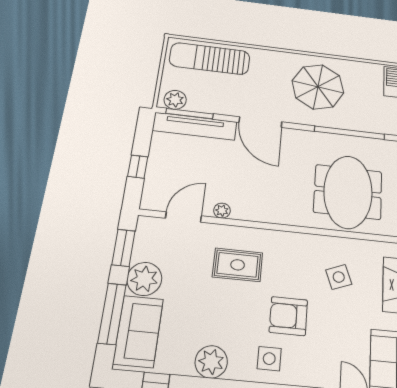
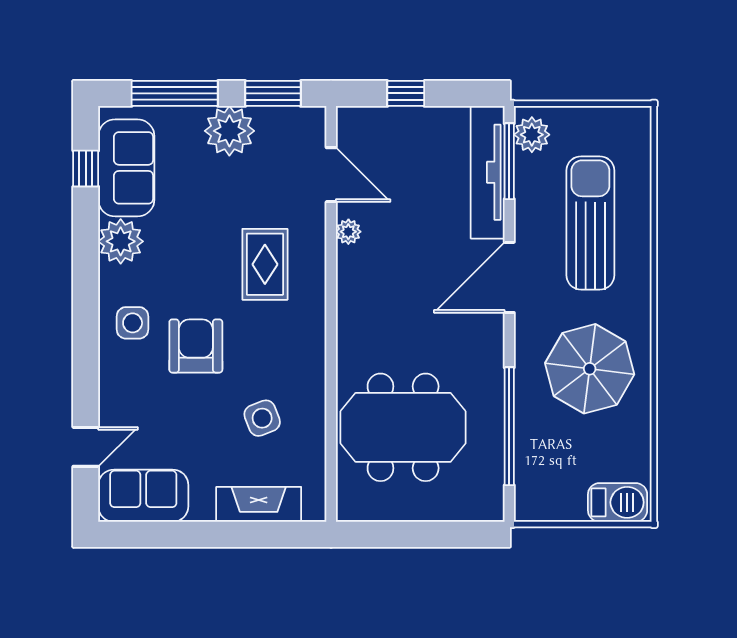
sun lounger: (210, 59) -> (590, 223), moved
sofa: (138, 331) -> (126, 168), moved, turned -90

